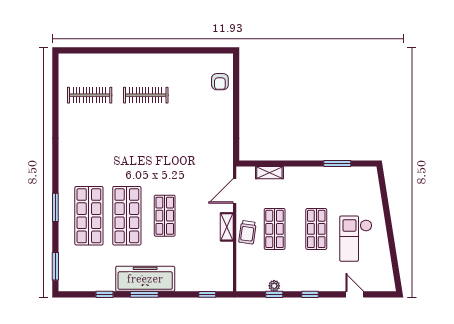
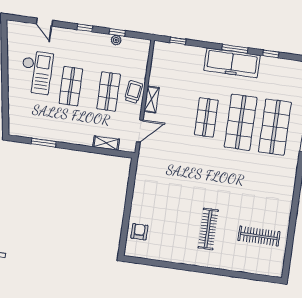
clothes rail: (146, 95) -> (208, 229), turned 90

